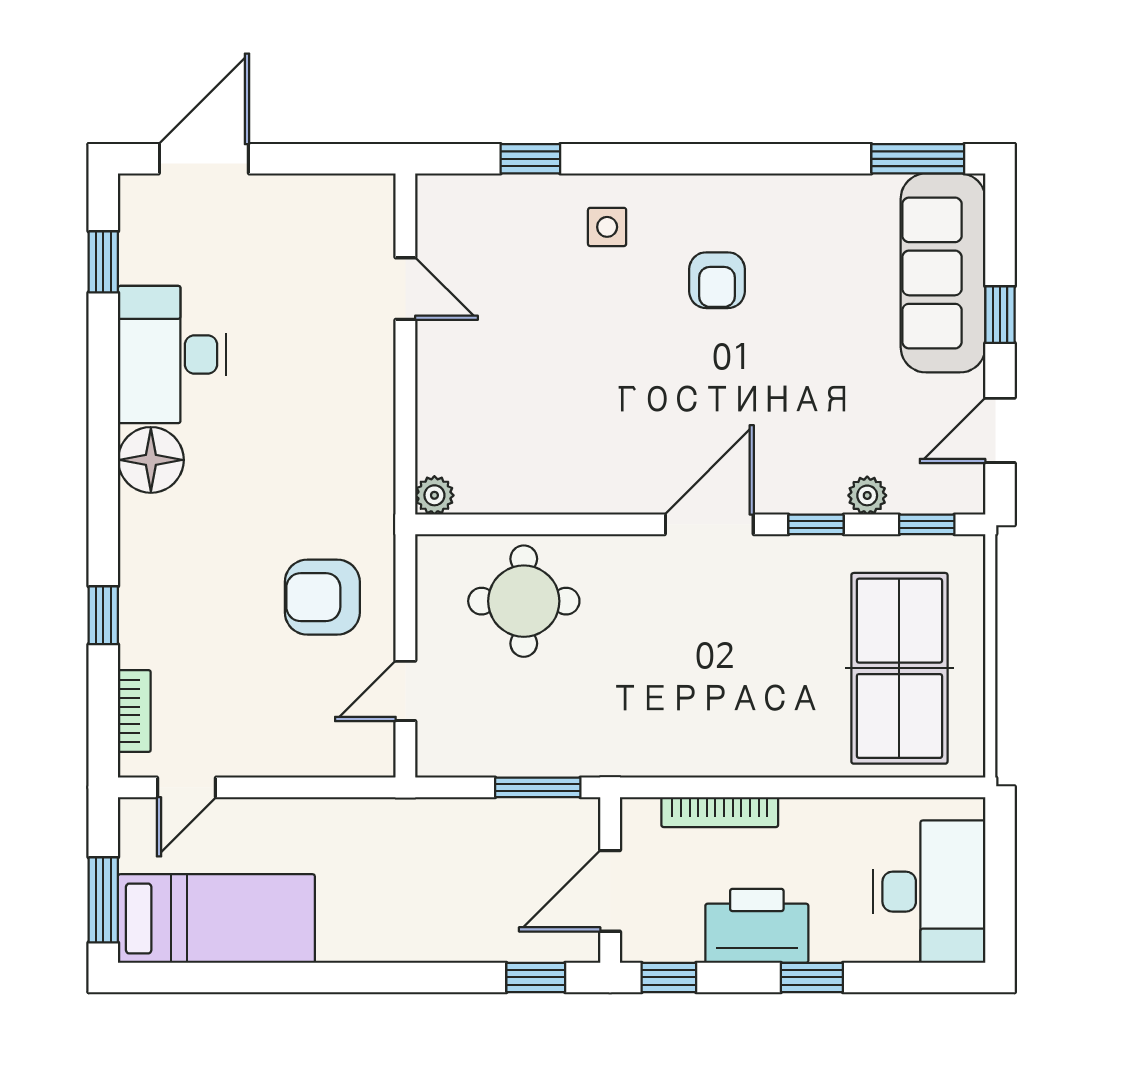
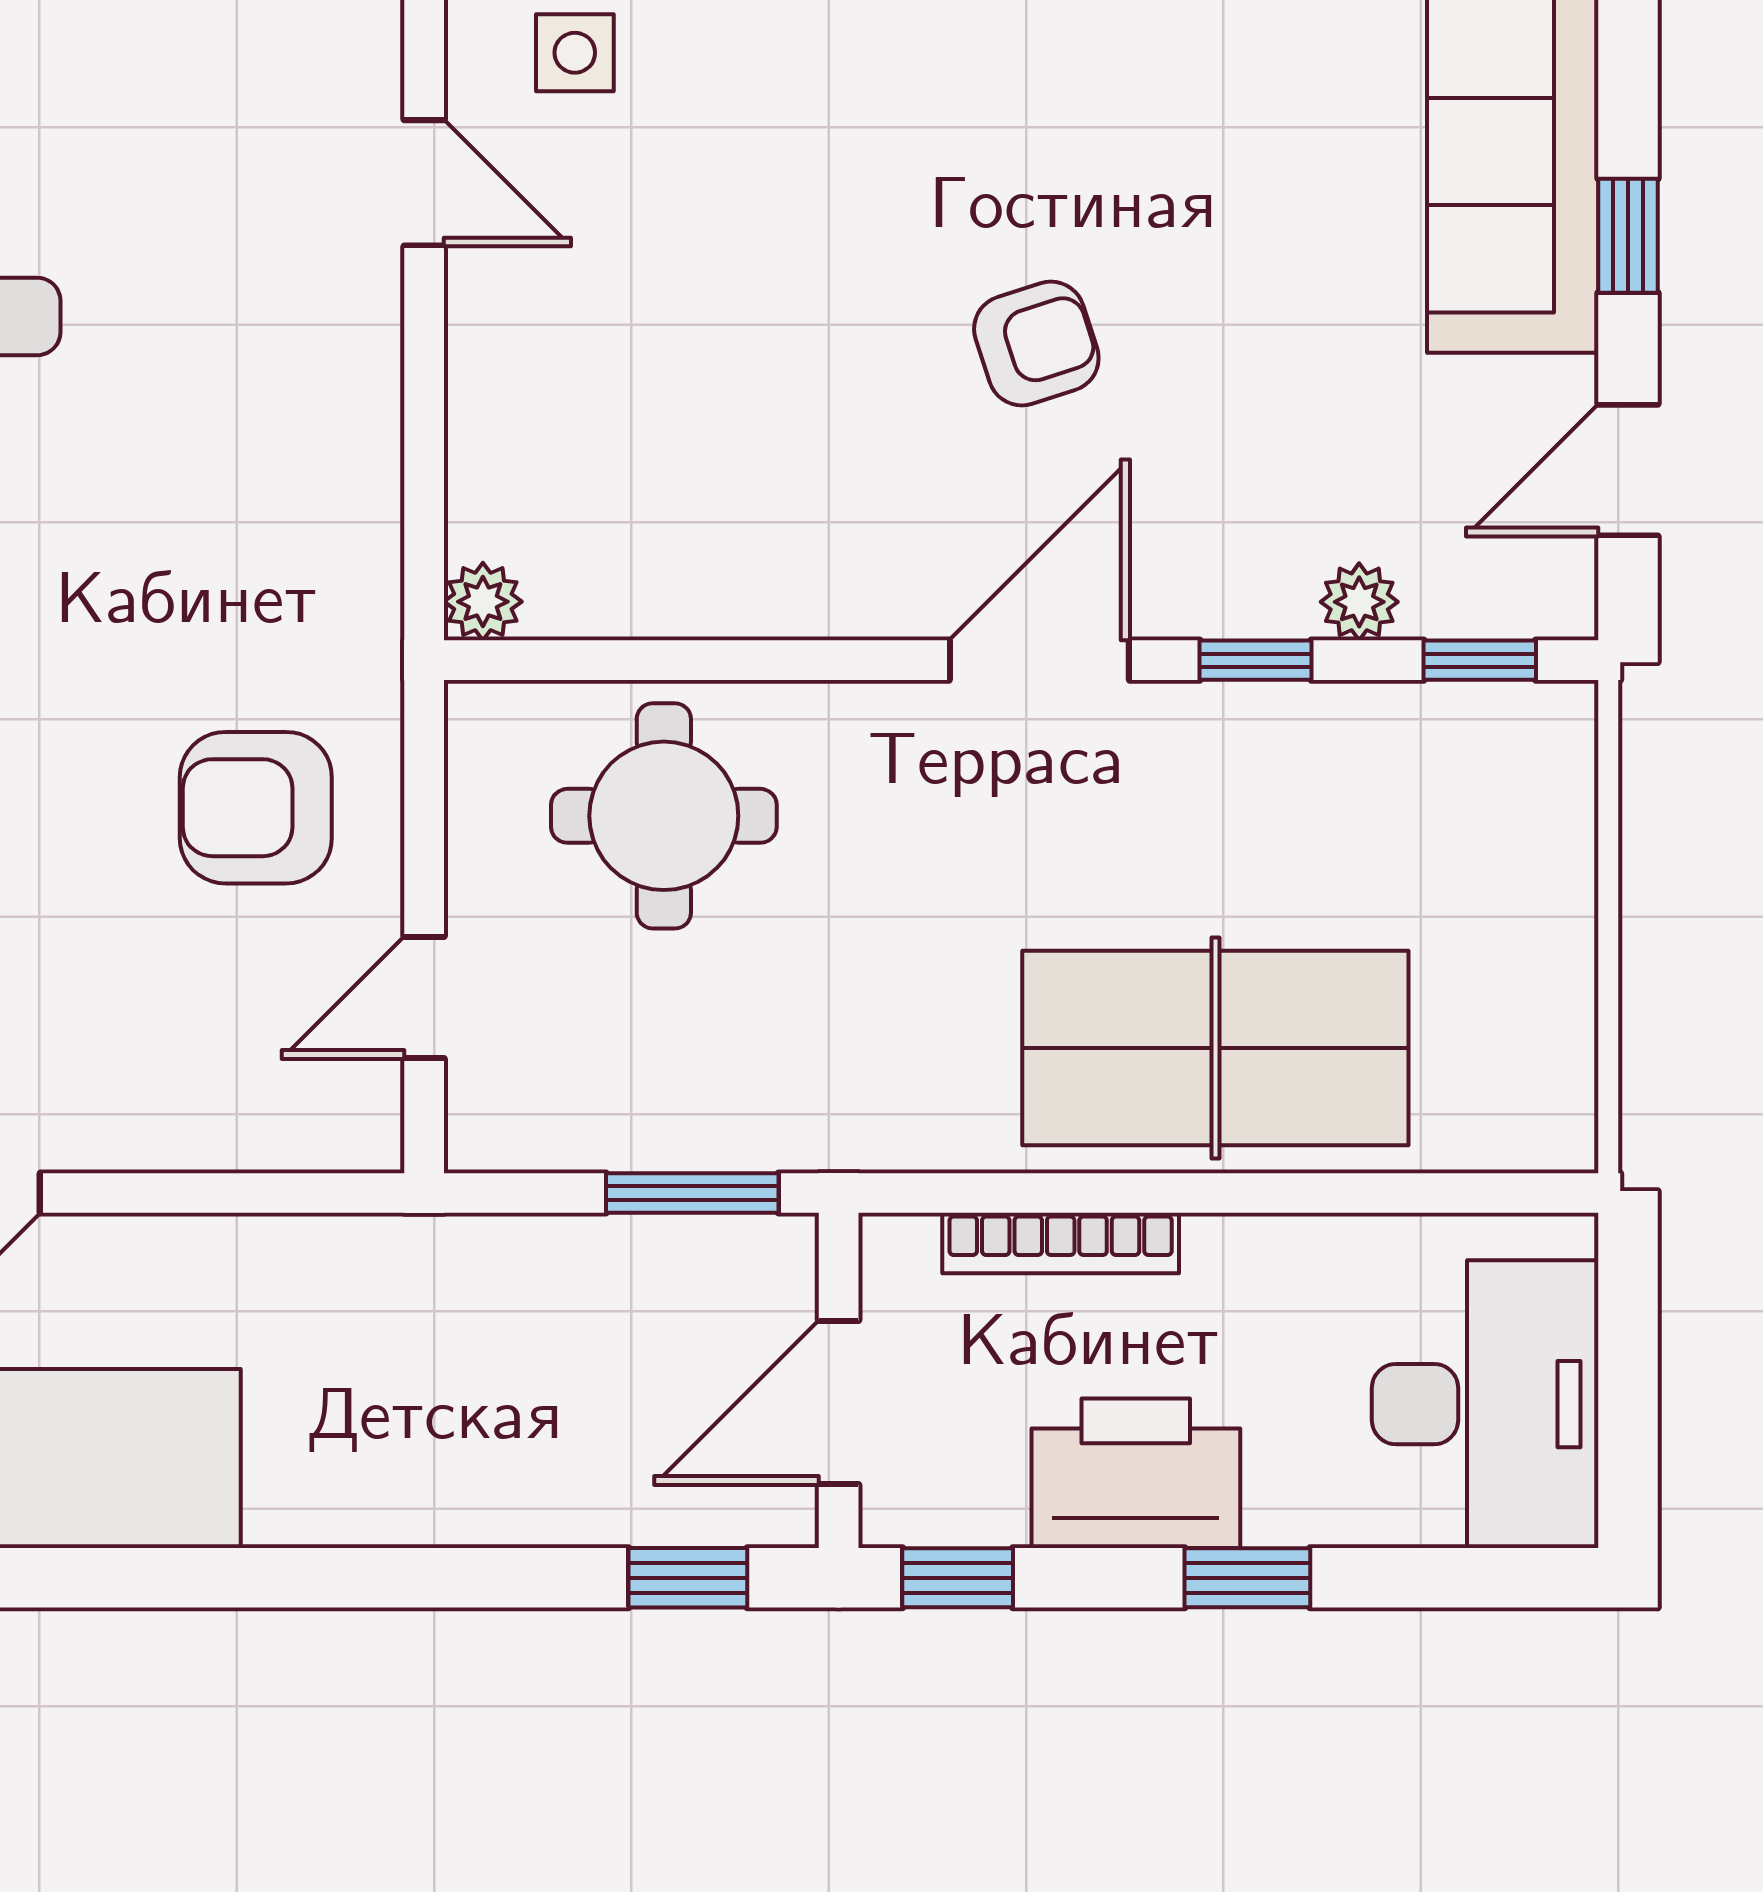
side table: (607, 227) -> (575, 53), moved
armchair: (717, 280) -> (1036, 344), moved, turned -108
table tennis table: (899, 668) -> (1215, 1048), moved, turned 90

